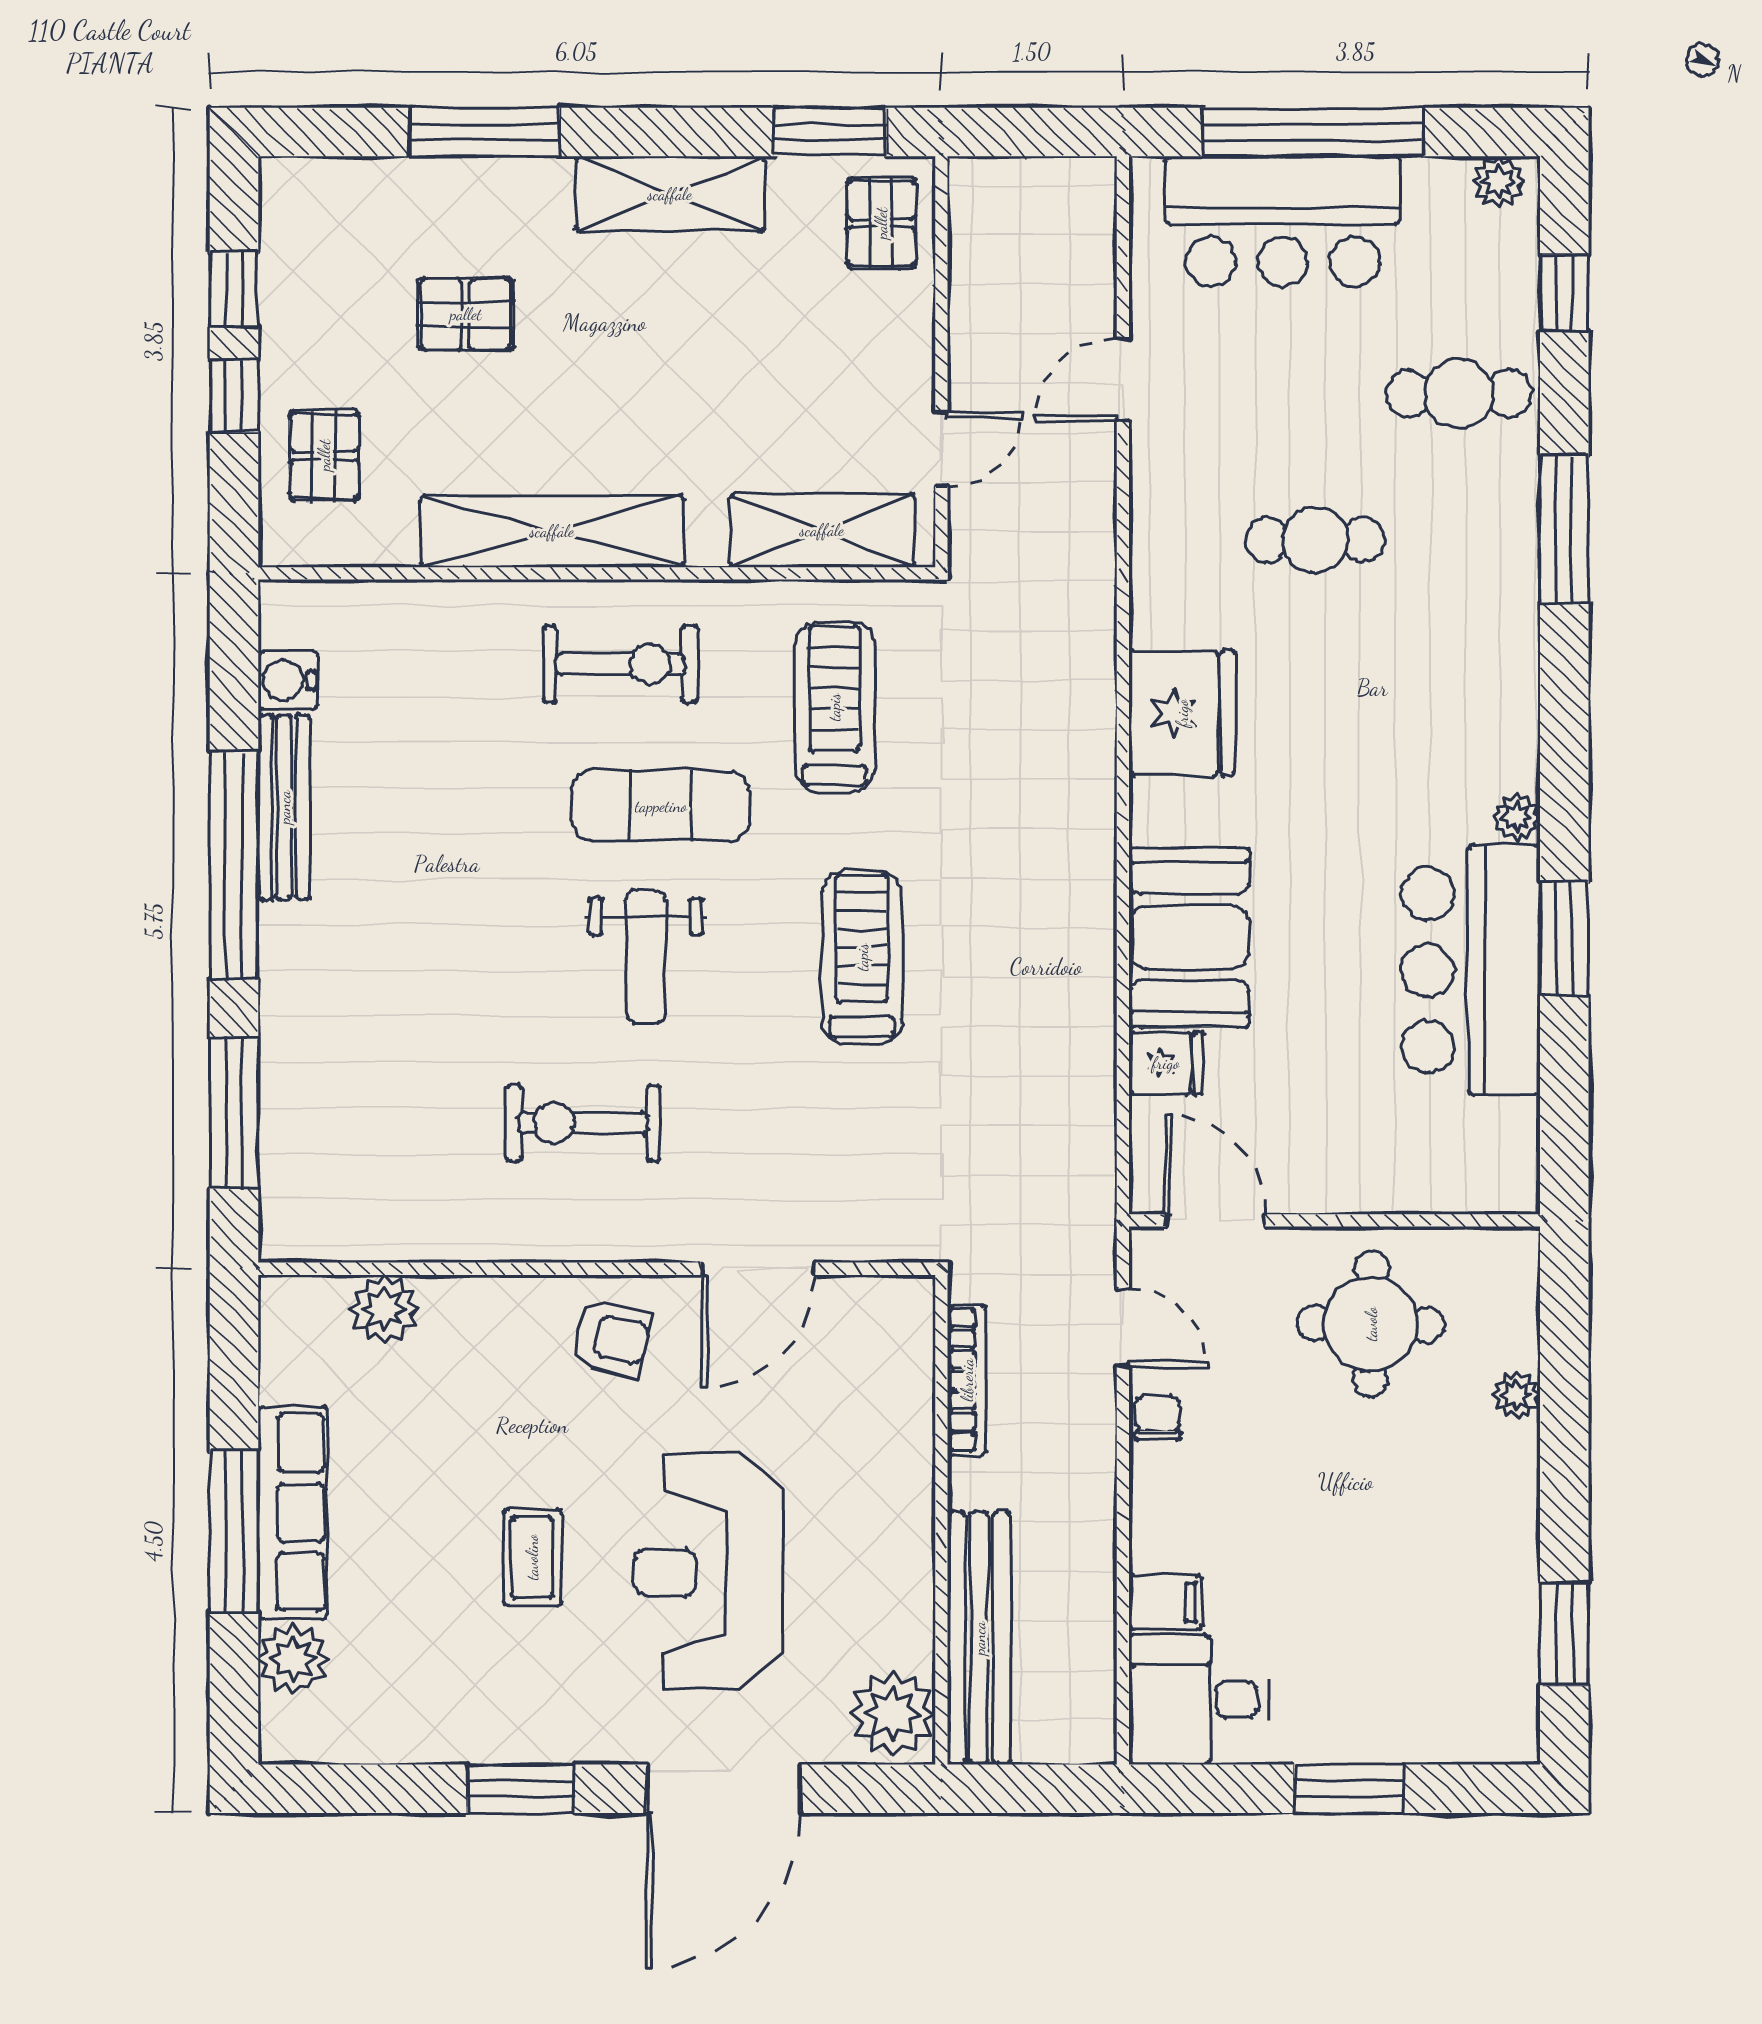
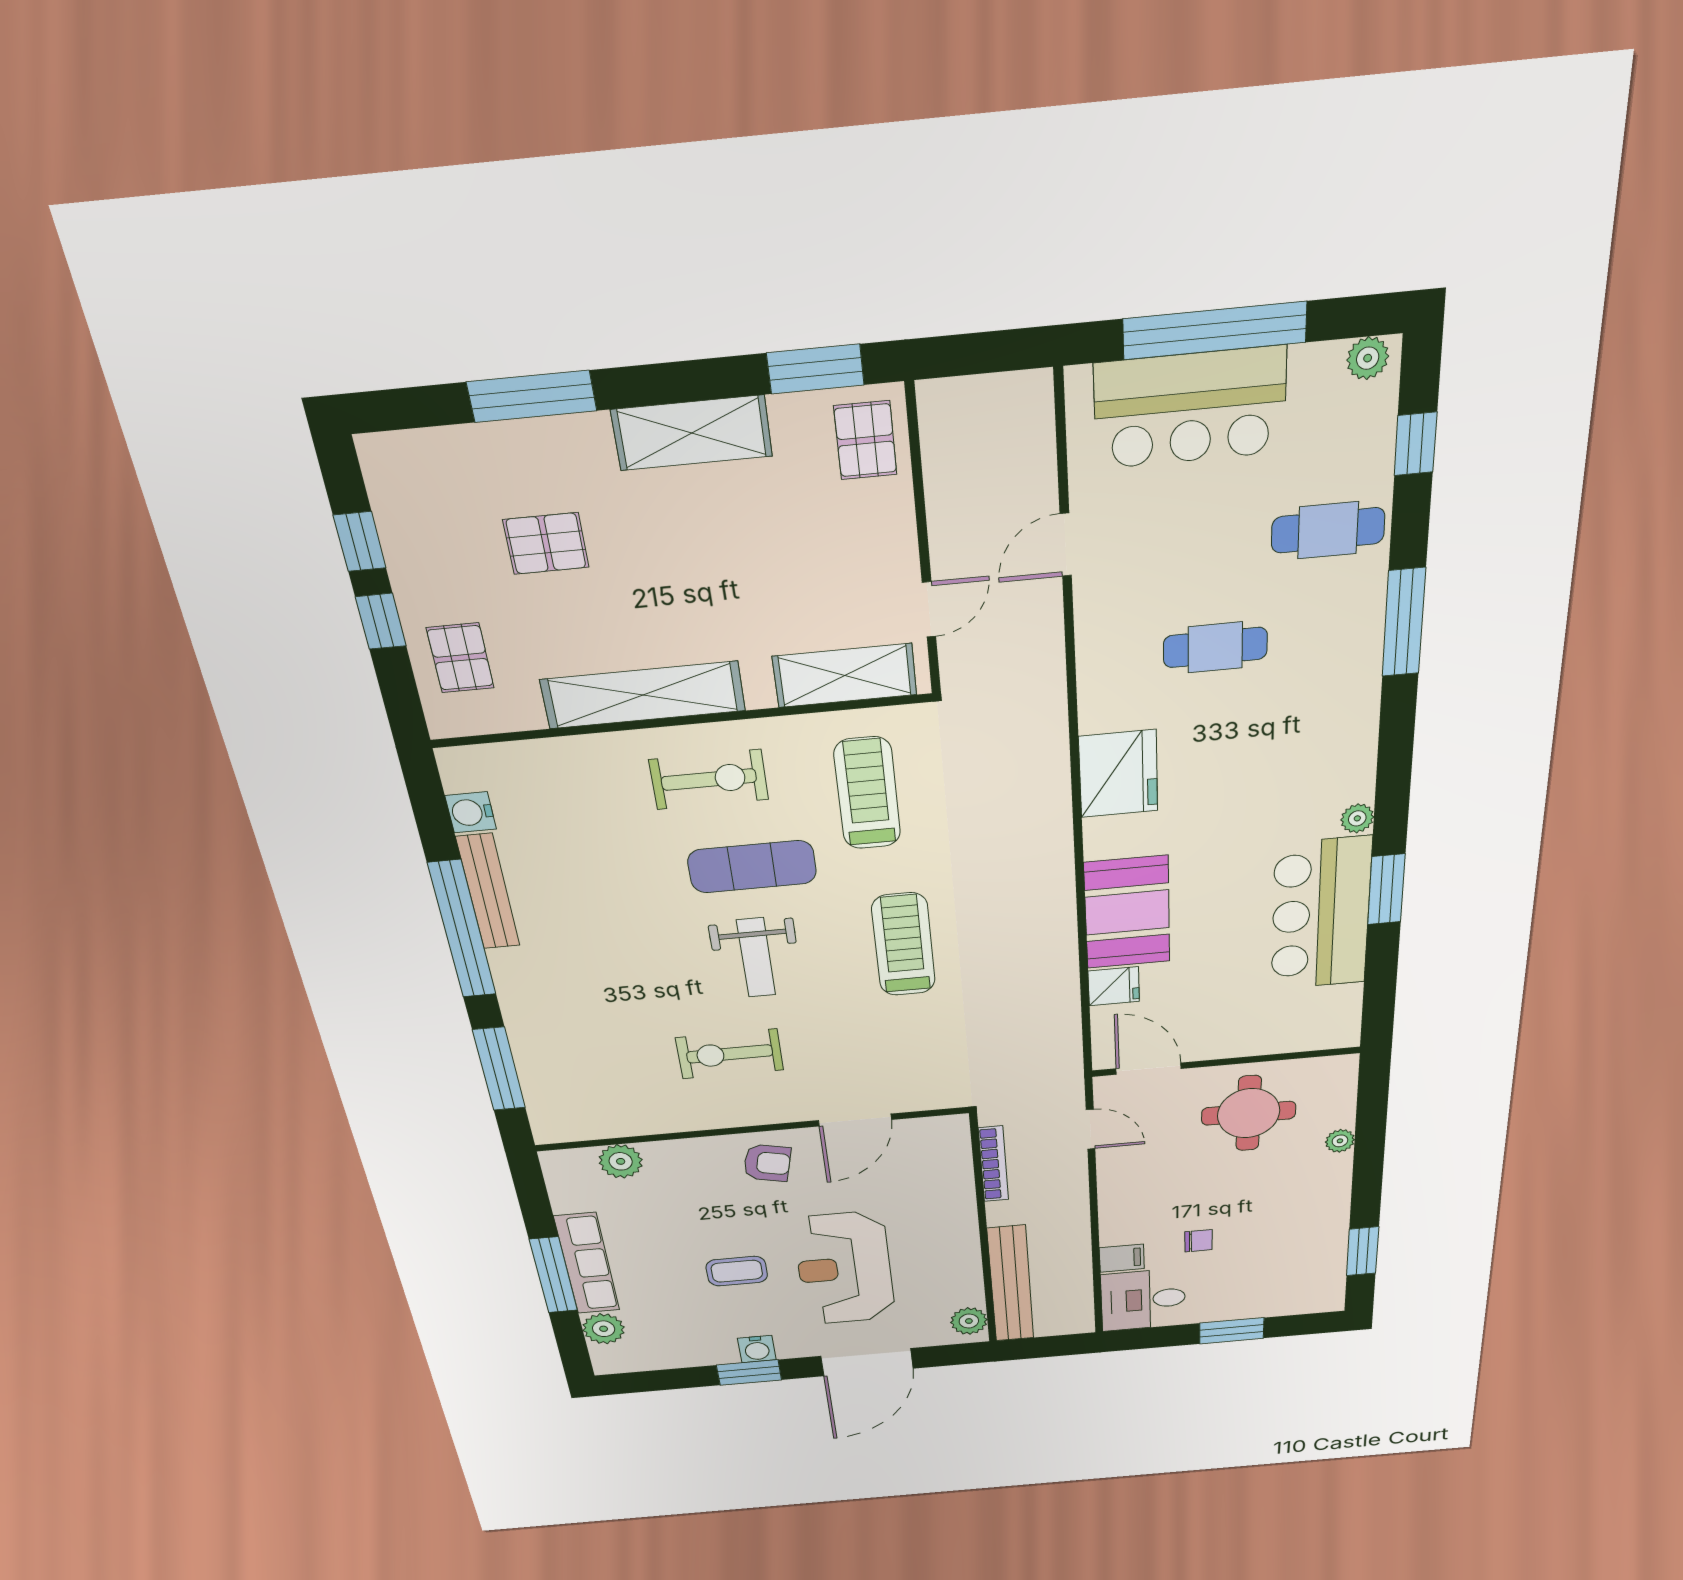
chair: (1157, 1418) -> (1199, 1241), moved, turned 90
coffee table: (532, 1557) -> (737, 1271), turned 90
plant: (893, 1714) -> (969, 1321), width x0.73, depth x0.73
water cooler: (541, 1736) -> (757, 1349), added

